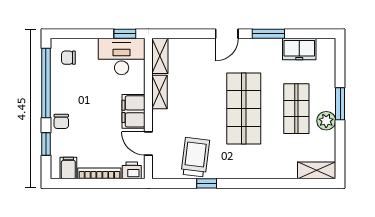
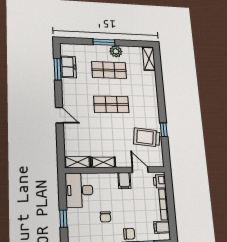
window: (125, 34) -> (63, 219), moved
window: (268, 34) -> (58, 69), moved
chair: (68, 58) -> (105, 217), moved
shop shelf: (244, 109) -> (111, 104), width x0.70, depth x0.74
filing cabinet: (134, 111) -> (124, 181), width x0.50
door: (148, 144) -> (140, 170), swing flipped

